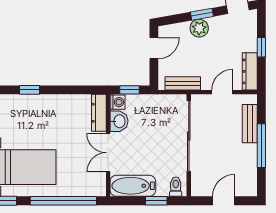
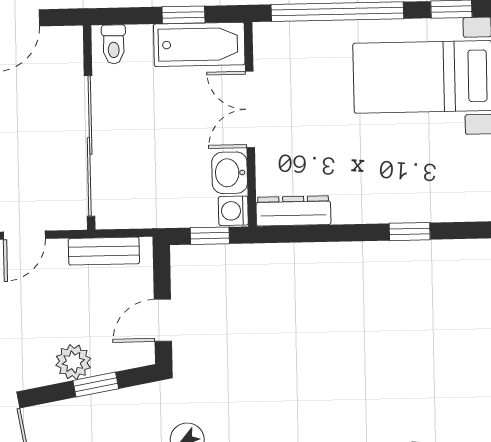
window: (202, 14) -> (96, 385), moved
dresser: (99, 113) -> (293, 211), moved, turned -90
double door: (108, 153) -> (250, 109), swing flipped
window: (156, 201) -> (183, 15), moved

